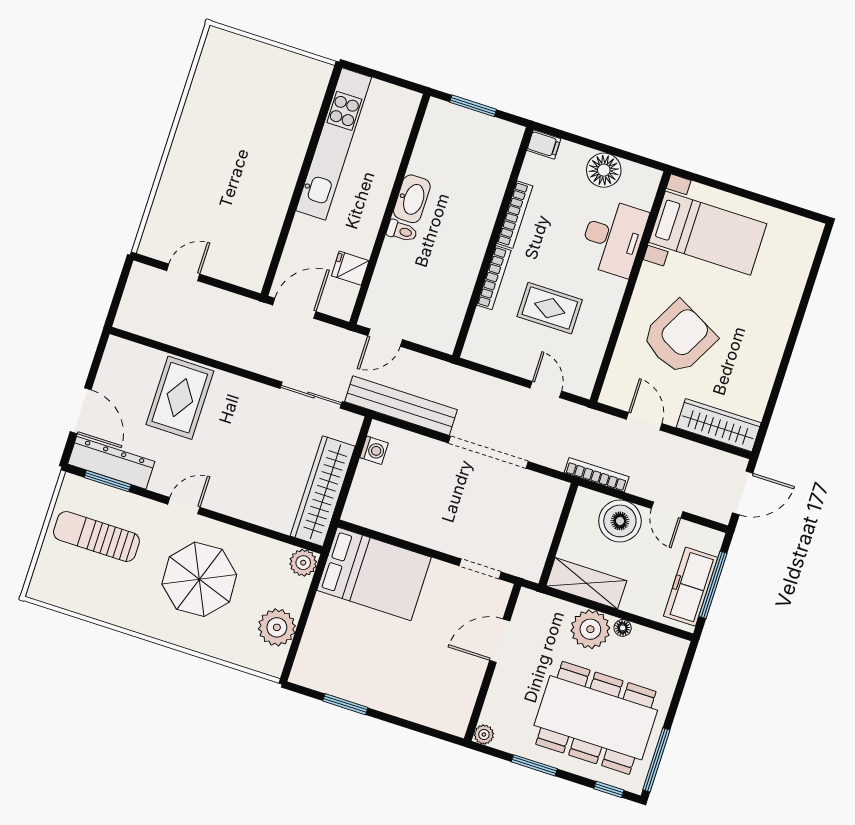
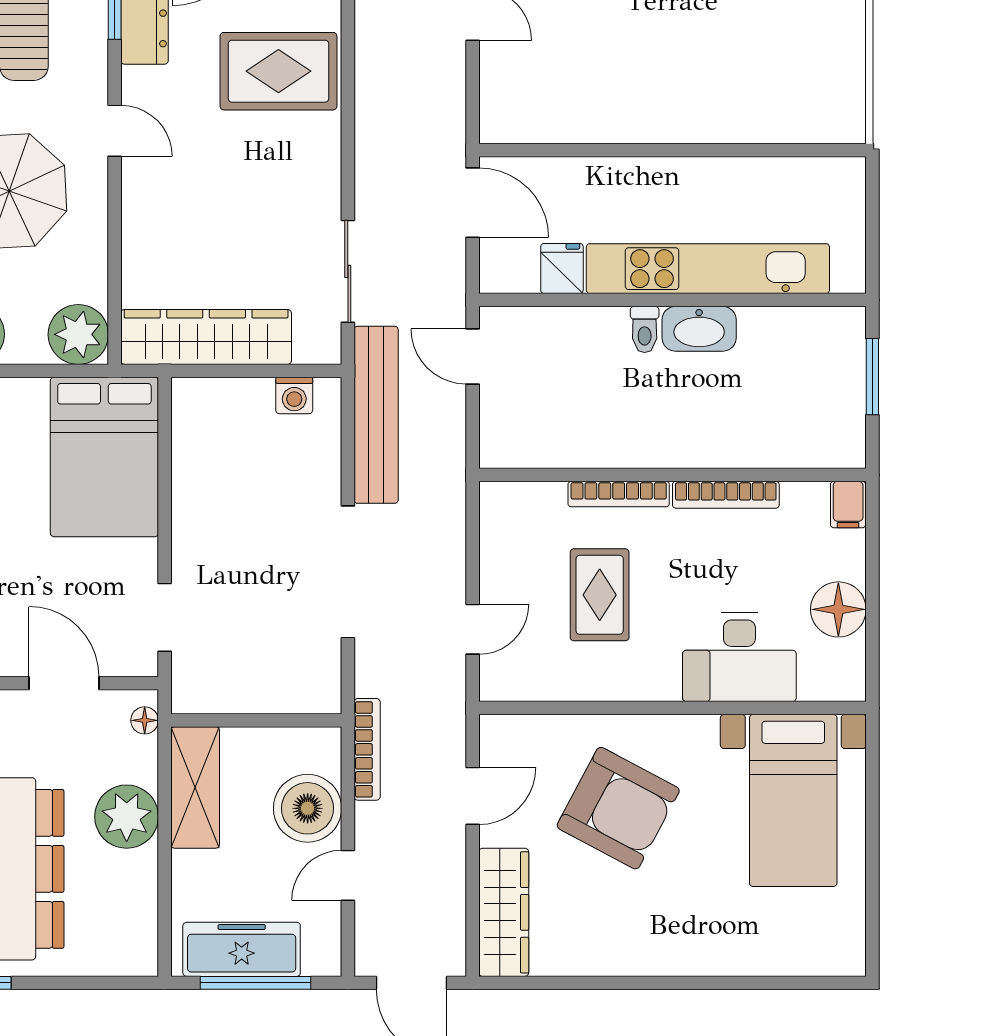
kitchen unit: (334, 144) -> (708, 269), moved, turned 180
plant: (303, 563) -> (78, 334), width x1.36, depth x1.36
floor lamp: (623, 628) -> (145, 720), moved

